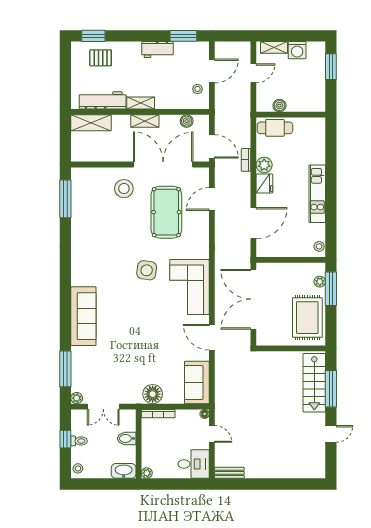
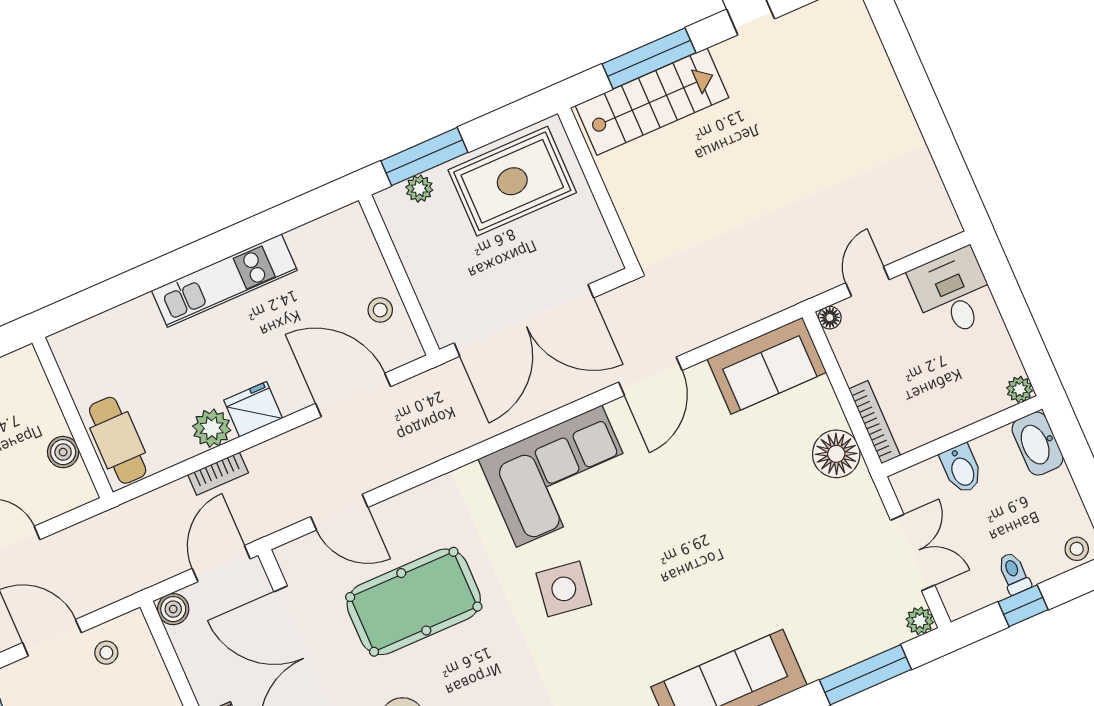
boiler: (187, 121) -> (173, 609), moved
stool: (319, 246) -> (380, 310), moved
bench: (229, 473) -> (938, 204), removed

